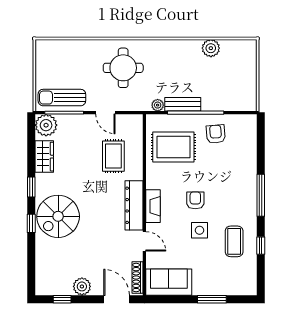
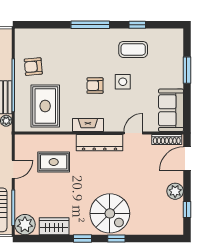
fireplace: (153, 206) -> (88, 125), moved

